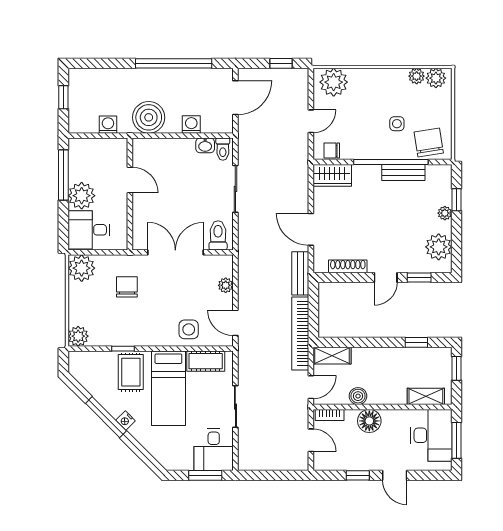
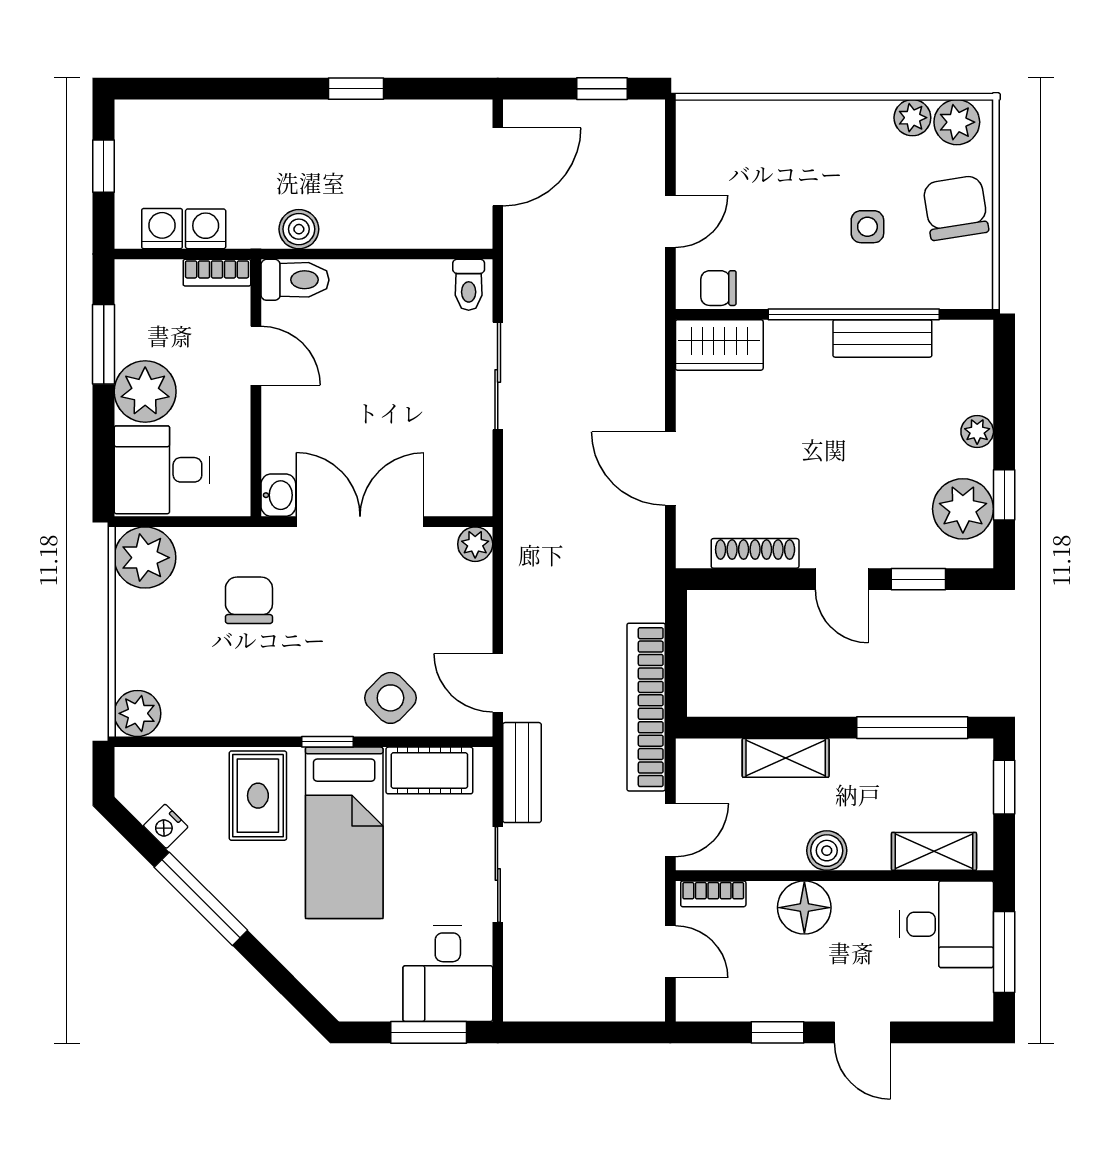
window: (174, 63) -> (356, 89), width x0.32
plant: (334, 82) -> (723, 132), removed
boiler: (149, 117) -> (299, 229), width x0.54, depth x0.54
washing machine: (191, 125) -> (162, 229), moved
chair: (429, 143) -> (956, 208), moved
bookcase: (113, 144) -> (217, 273), added
washbasin: (205, 145) -> (278, 495), moved, turned -90
window: (63, 175) -> (104, 344), width x0.69
window: (457, 200) -> (1004, 495), moved
toilet: (218, 235) -> (295, 280), moved, turned 90
bench: (300, 273) -> (522, 773), moved
door: (386, 278) -> (842, 579), hinge flipped
plant: (226, 285) -> (475, 544), moved
side table: (189, 329) -> (390, 698), turned 45
window: (416, 342) -> (912, 728), width x2.17
window: (123, 349) -> (328, 742), moved
shelving: (332, 356) -> (786, 758), moved
boiler: (358, 396) -> (827, 851), moved
nightstand: (126, 420) -> (166, 826), moved
desk: (431, 435) -> (946, 924), width x0.73

